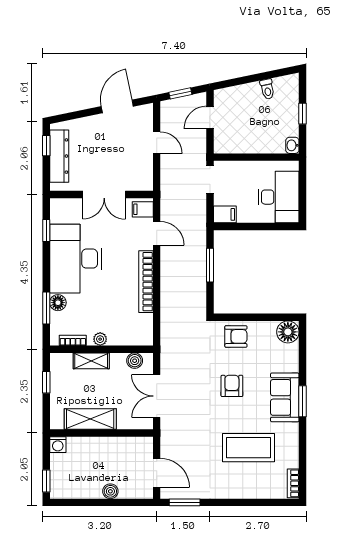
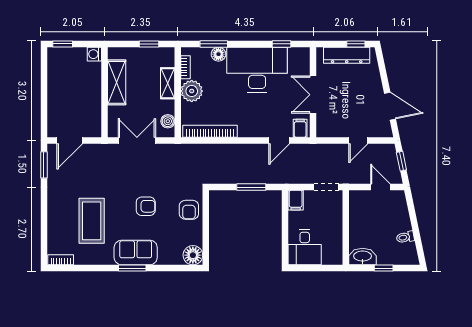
washbasin: (292, 145) -> (363, 257), width x1.91, depth x1.45
desk: (279, 197) -> (305, 247), width x0.73
bookcase: (146, 282) -> (210, 131), moved
plant: (100, 339) -> (192, 91), width x1.88, depth x1.88
boiler: (110, 491) -> (54, 100), removed

